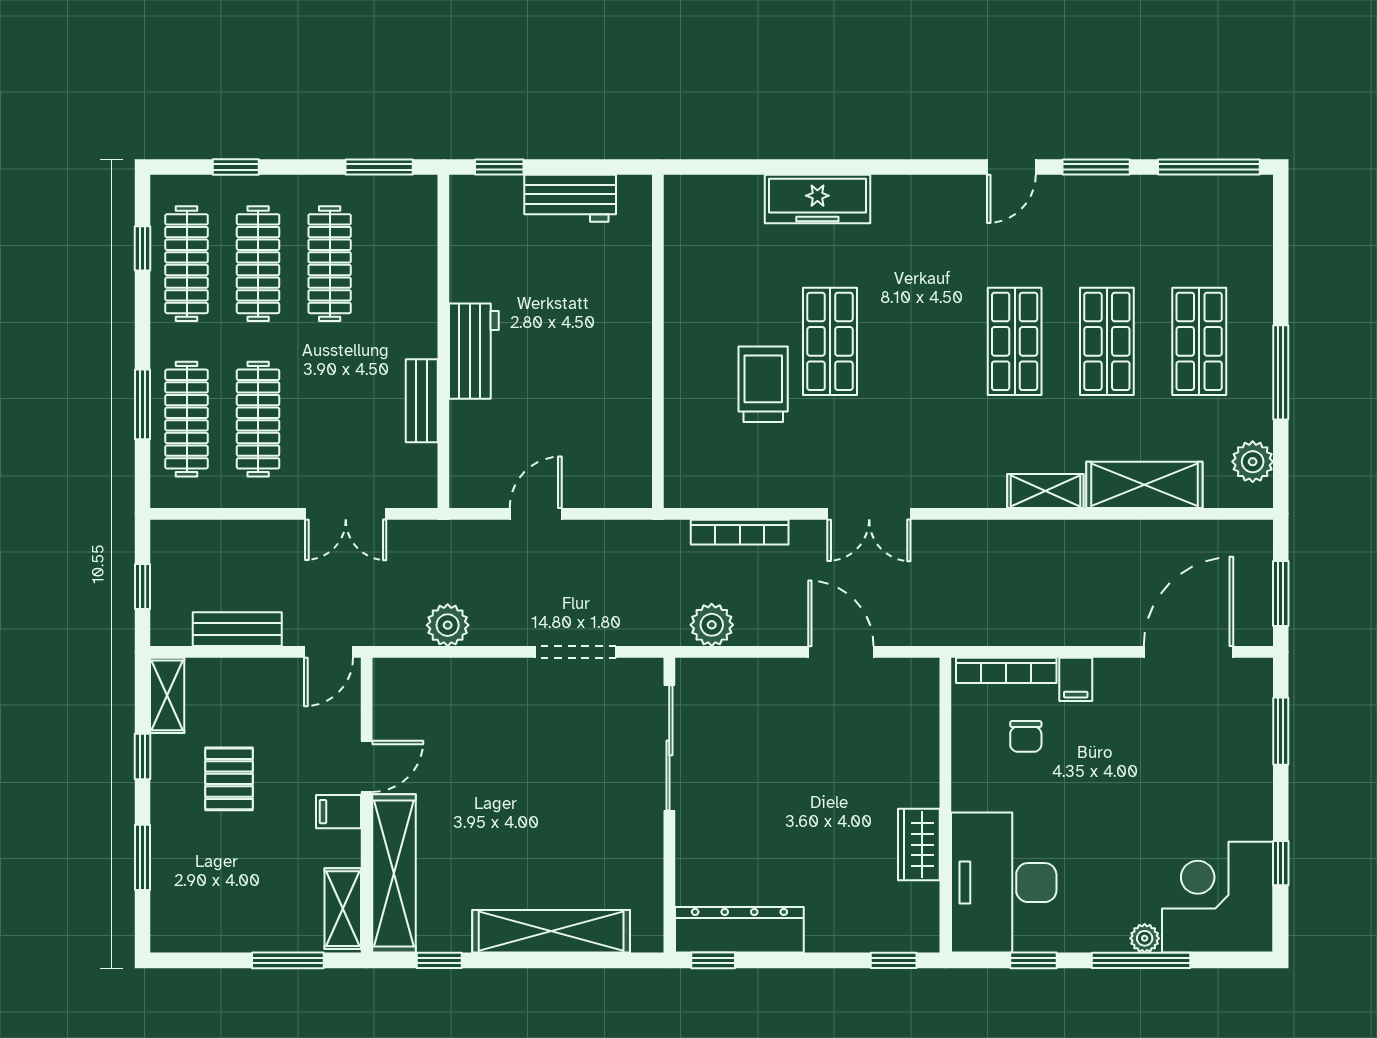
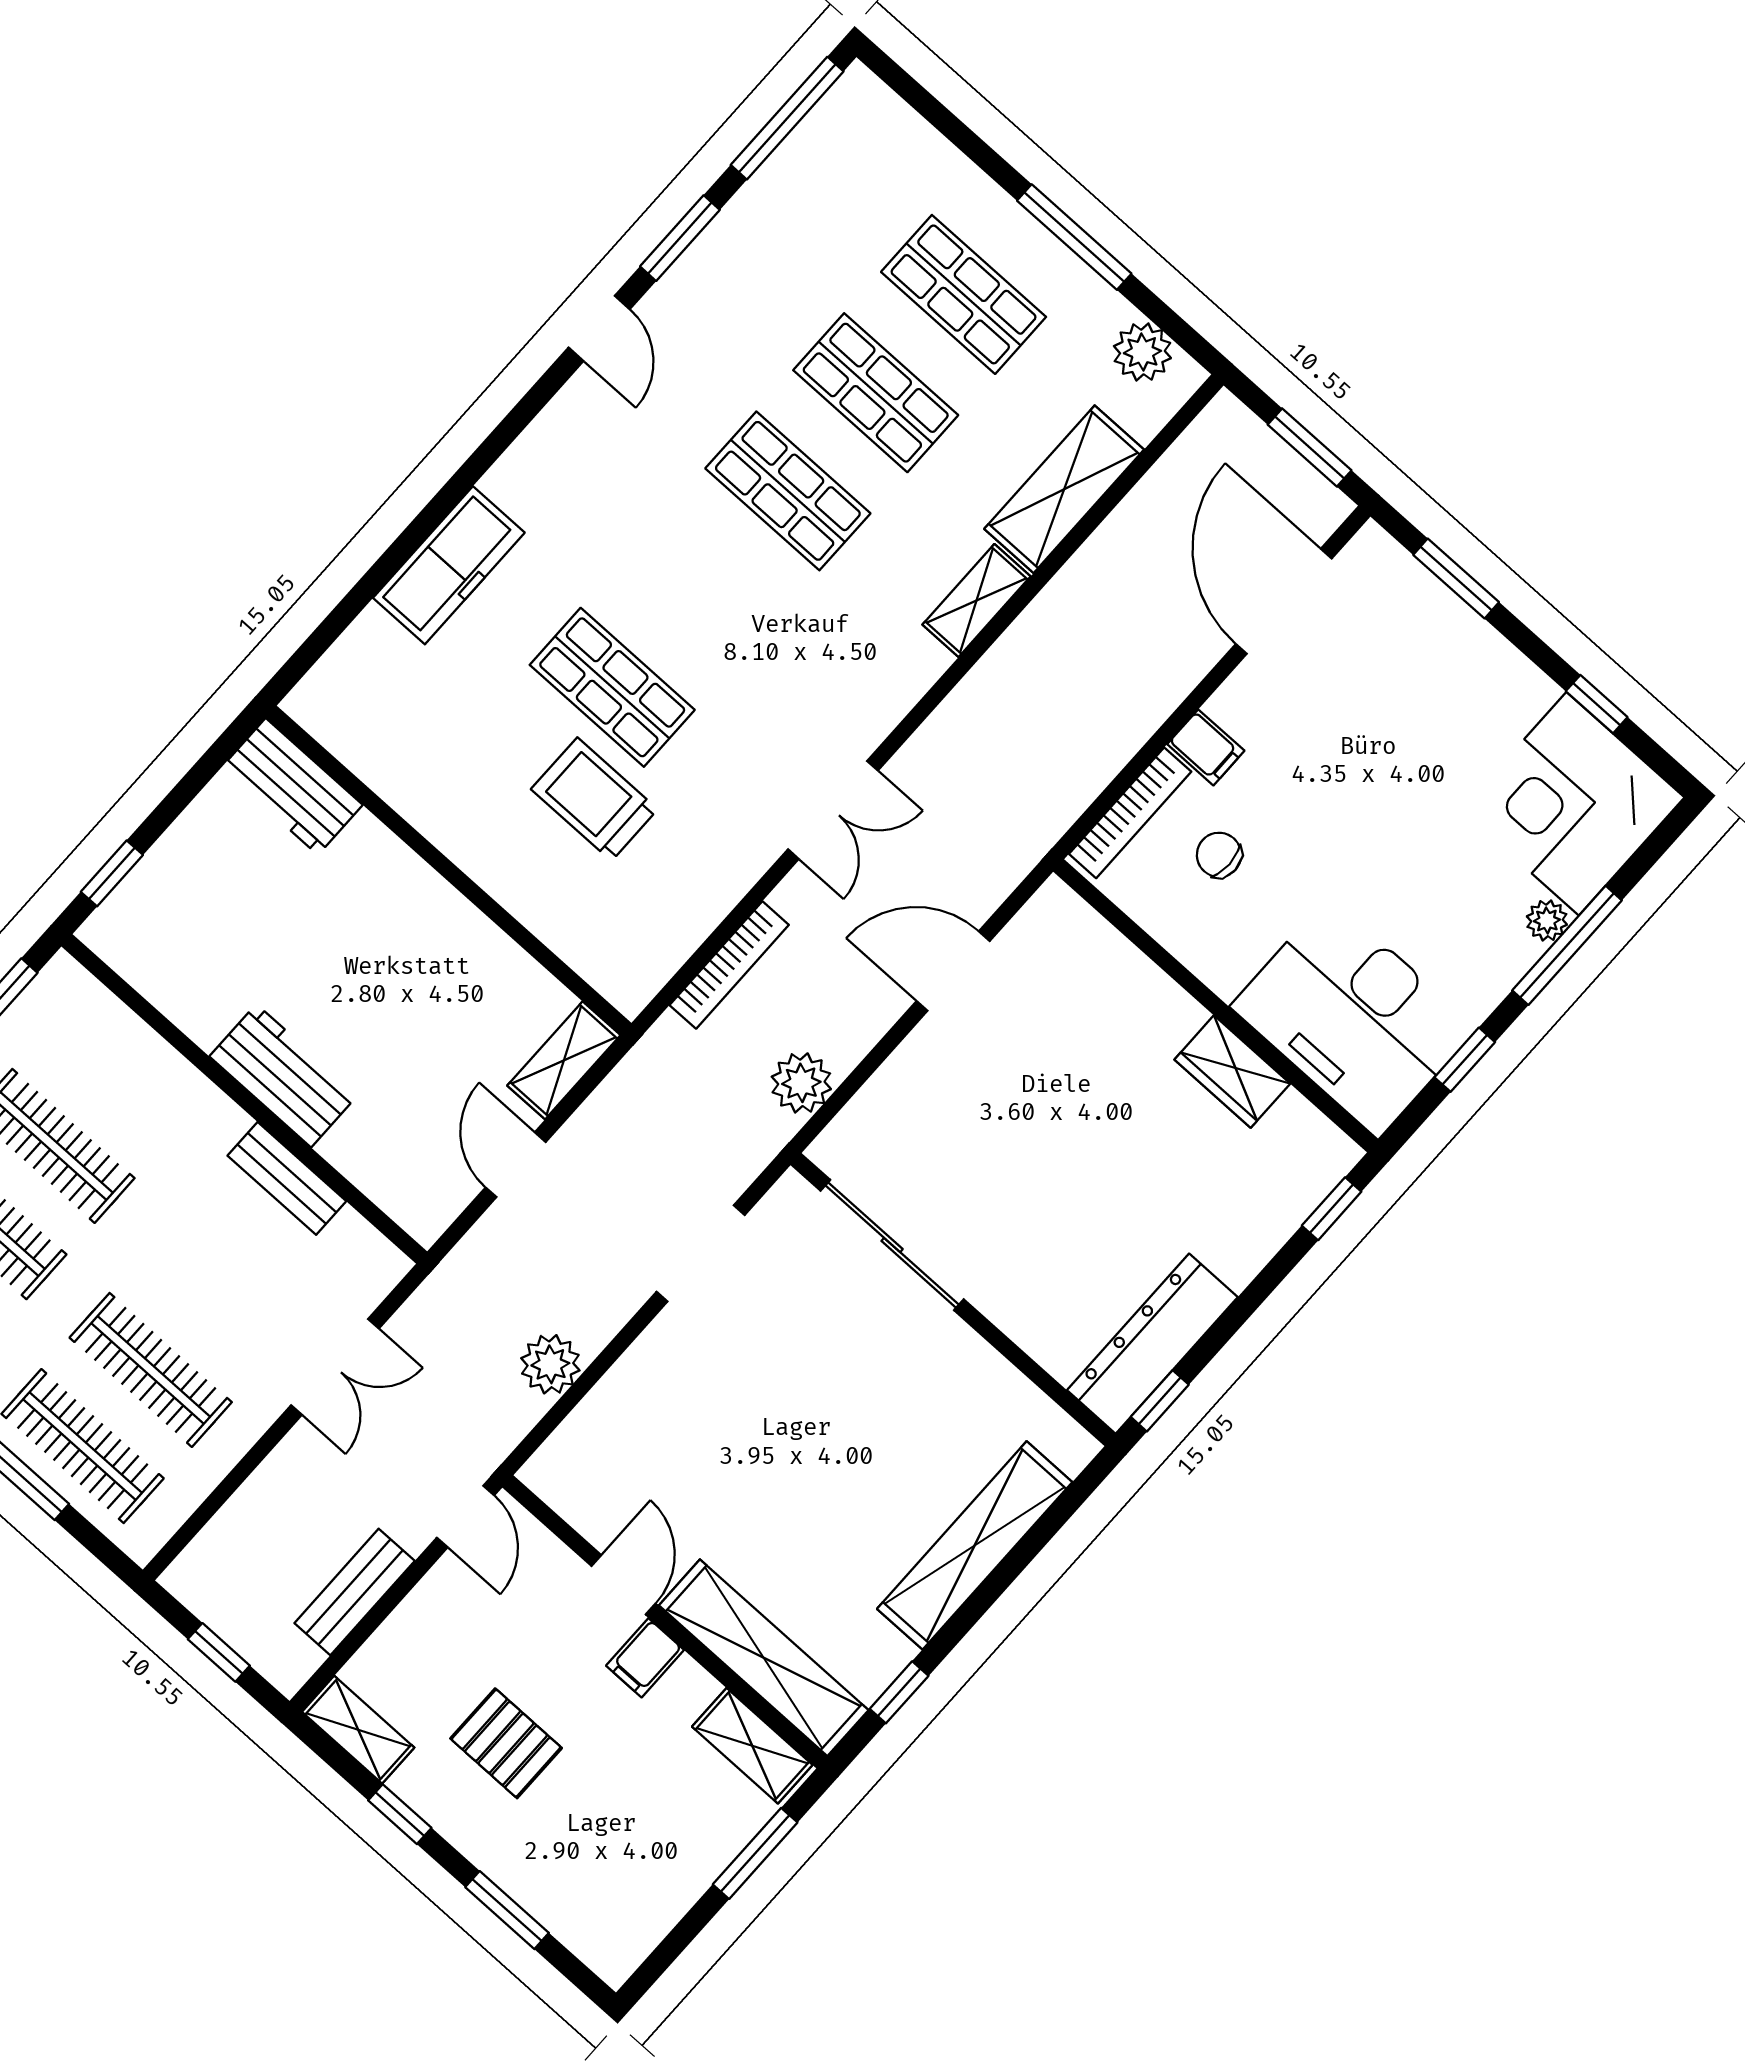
workbench: (570, 198) -> (292, 786), moved, turned 90
shelving: (613, 490) -> (564, 1060), added
chair: (1026, 736) -> (1219, 855), turned 180

